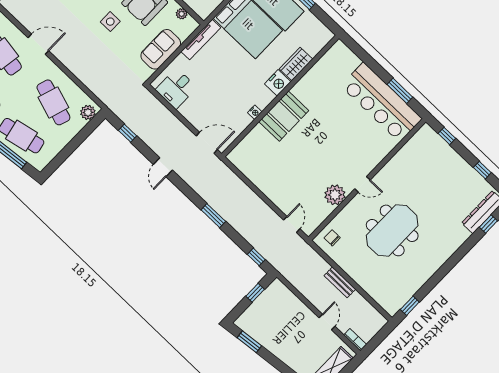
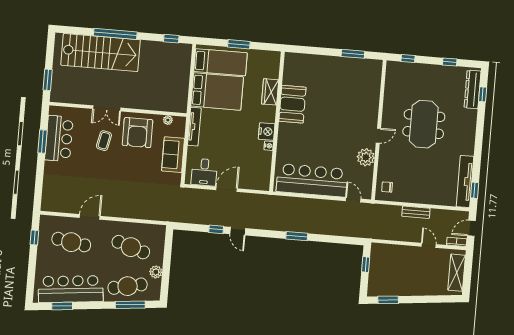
side table: (110, 22) -> (125, 163), removed
nightstand: (278, 83) -> (267, 132), moved
bar counter: (381, 102) -> (312, 180), moved, turned 180
plant: (88, 112) -> (156, 272), moved
booth: (284, 116) -> (292, 104), moved
window: (128, 133) -> (216, 229), moved
door: (207, 143) -> (227, 189), moved
meeting table: (392, 230) -> (424, 124), moved
window: (256, 257) -> (347, 240), removed
tv unit: (408, 291) -> (465, 181), added
door: (379, 338) -> (471, 228), added

